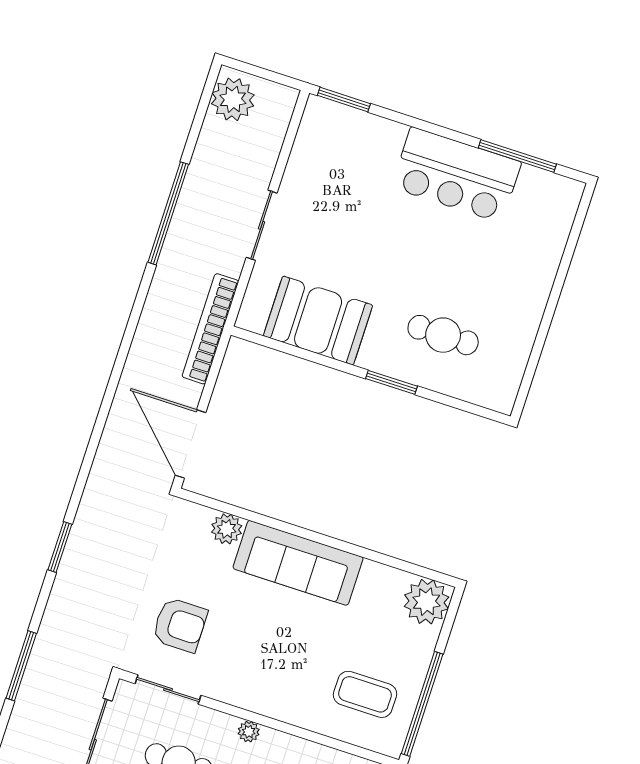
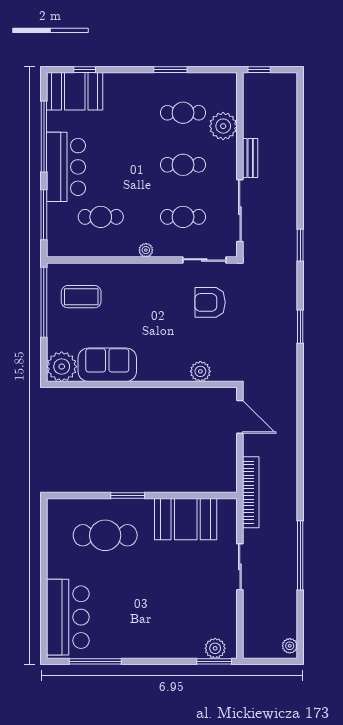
plant: (233, 99) -> (290, 646), width x0.53, depth x0.53
plant: (336, 118) -> (215, 648), added
bar counter: (456, 175) -> (68, 617), moved, turned 90
cafe table: (443, 335) -> (105, 535), width x1.37, depth x1.35
door: (191, 444) -> (240, 417), width x0.73
sofa: (298, 563) -> (107, 365), moved, width x0.73
window: (21, 666) -> (300, 245), width x0.69

